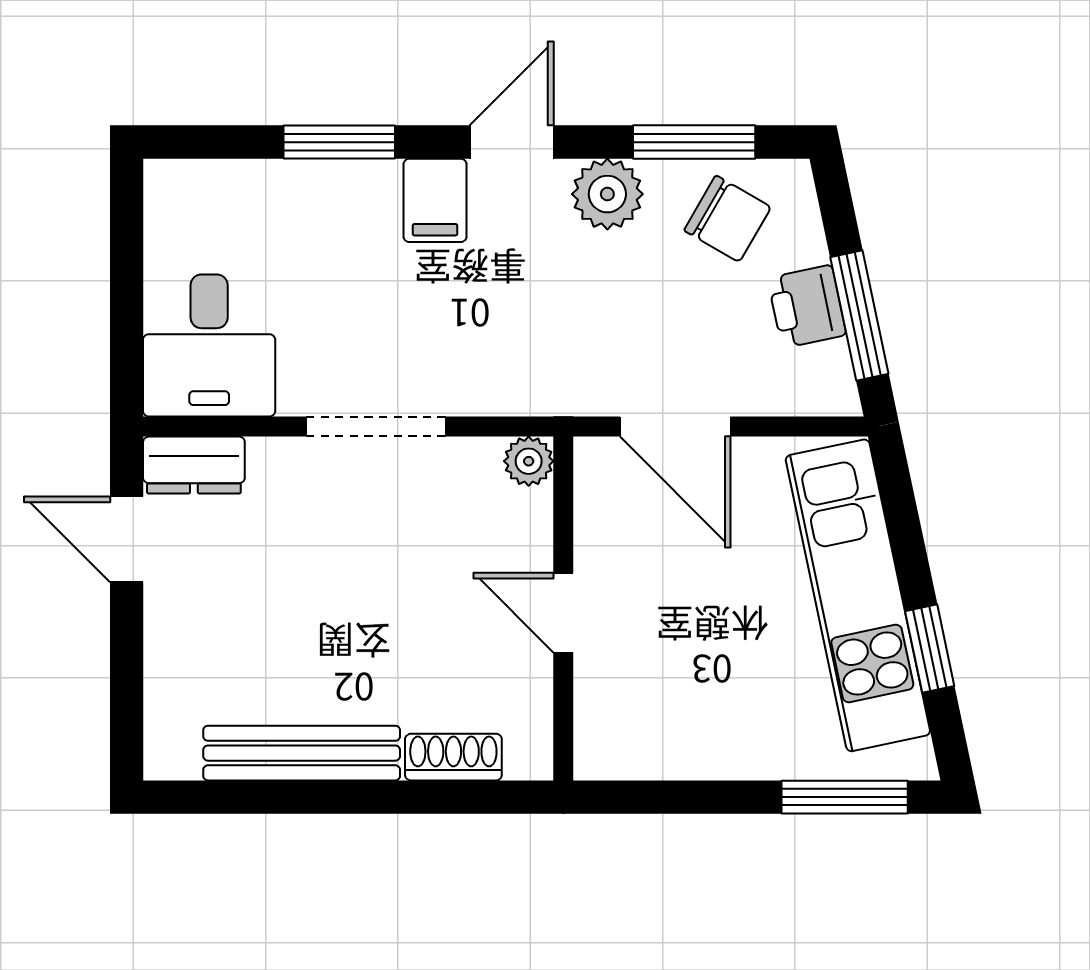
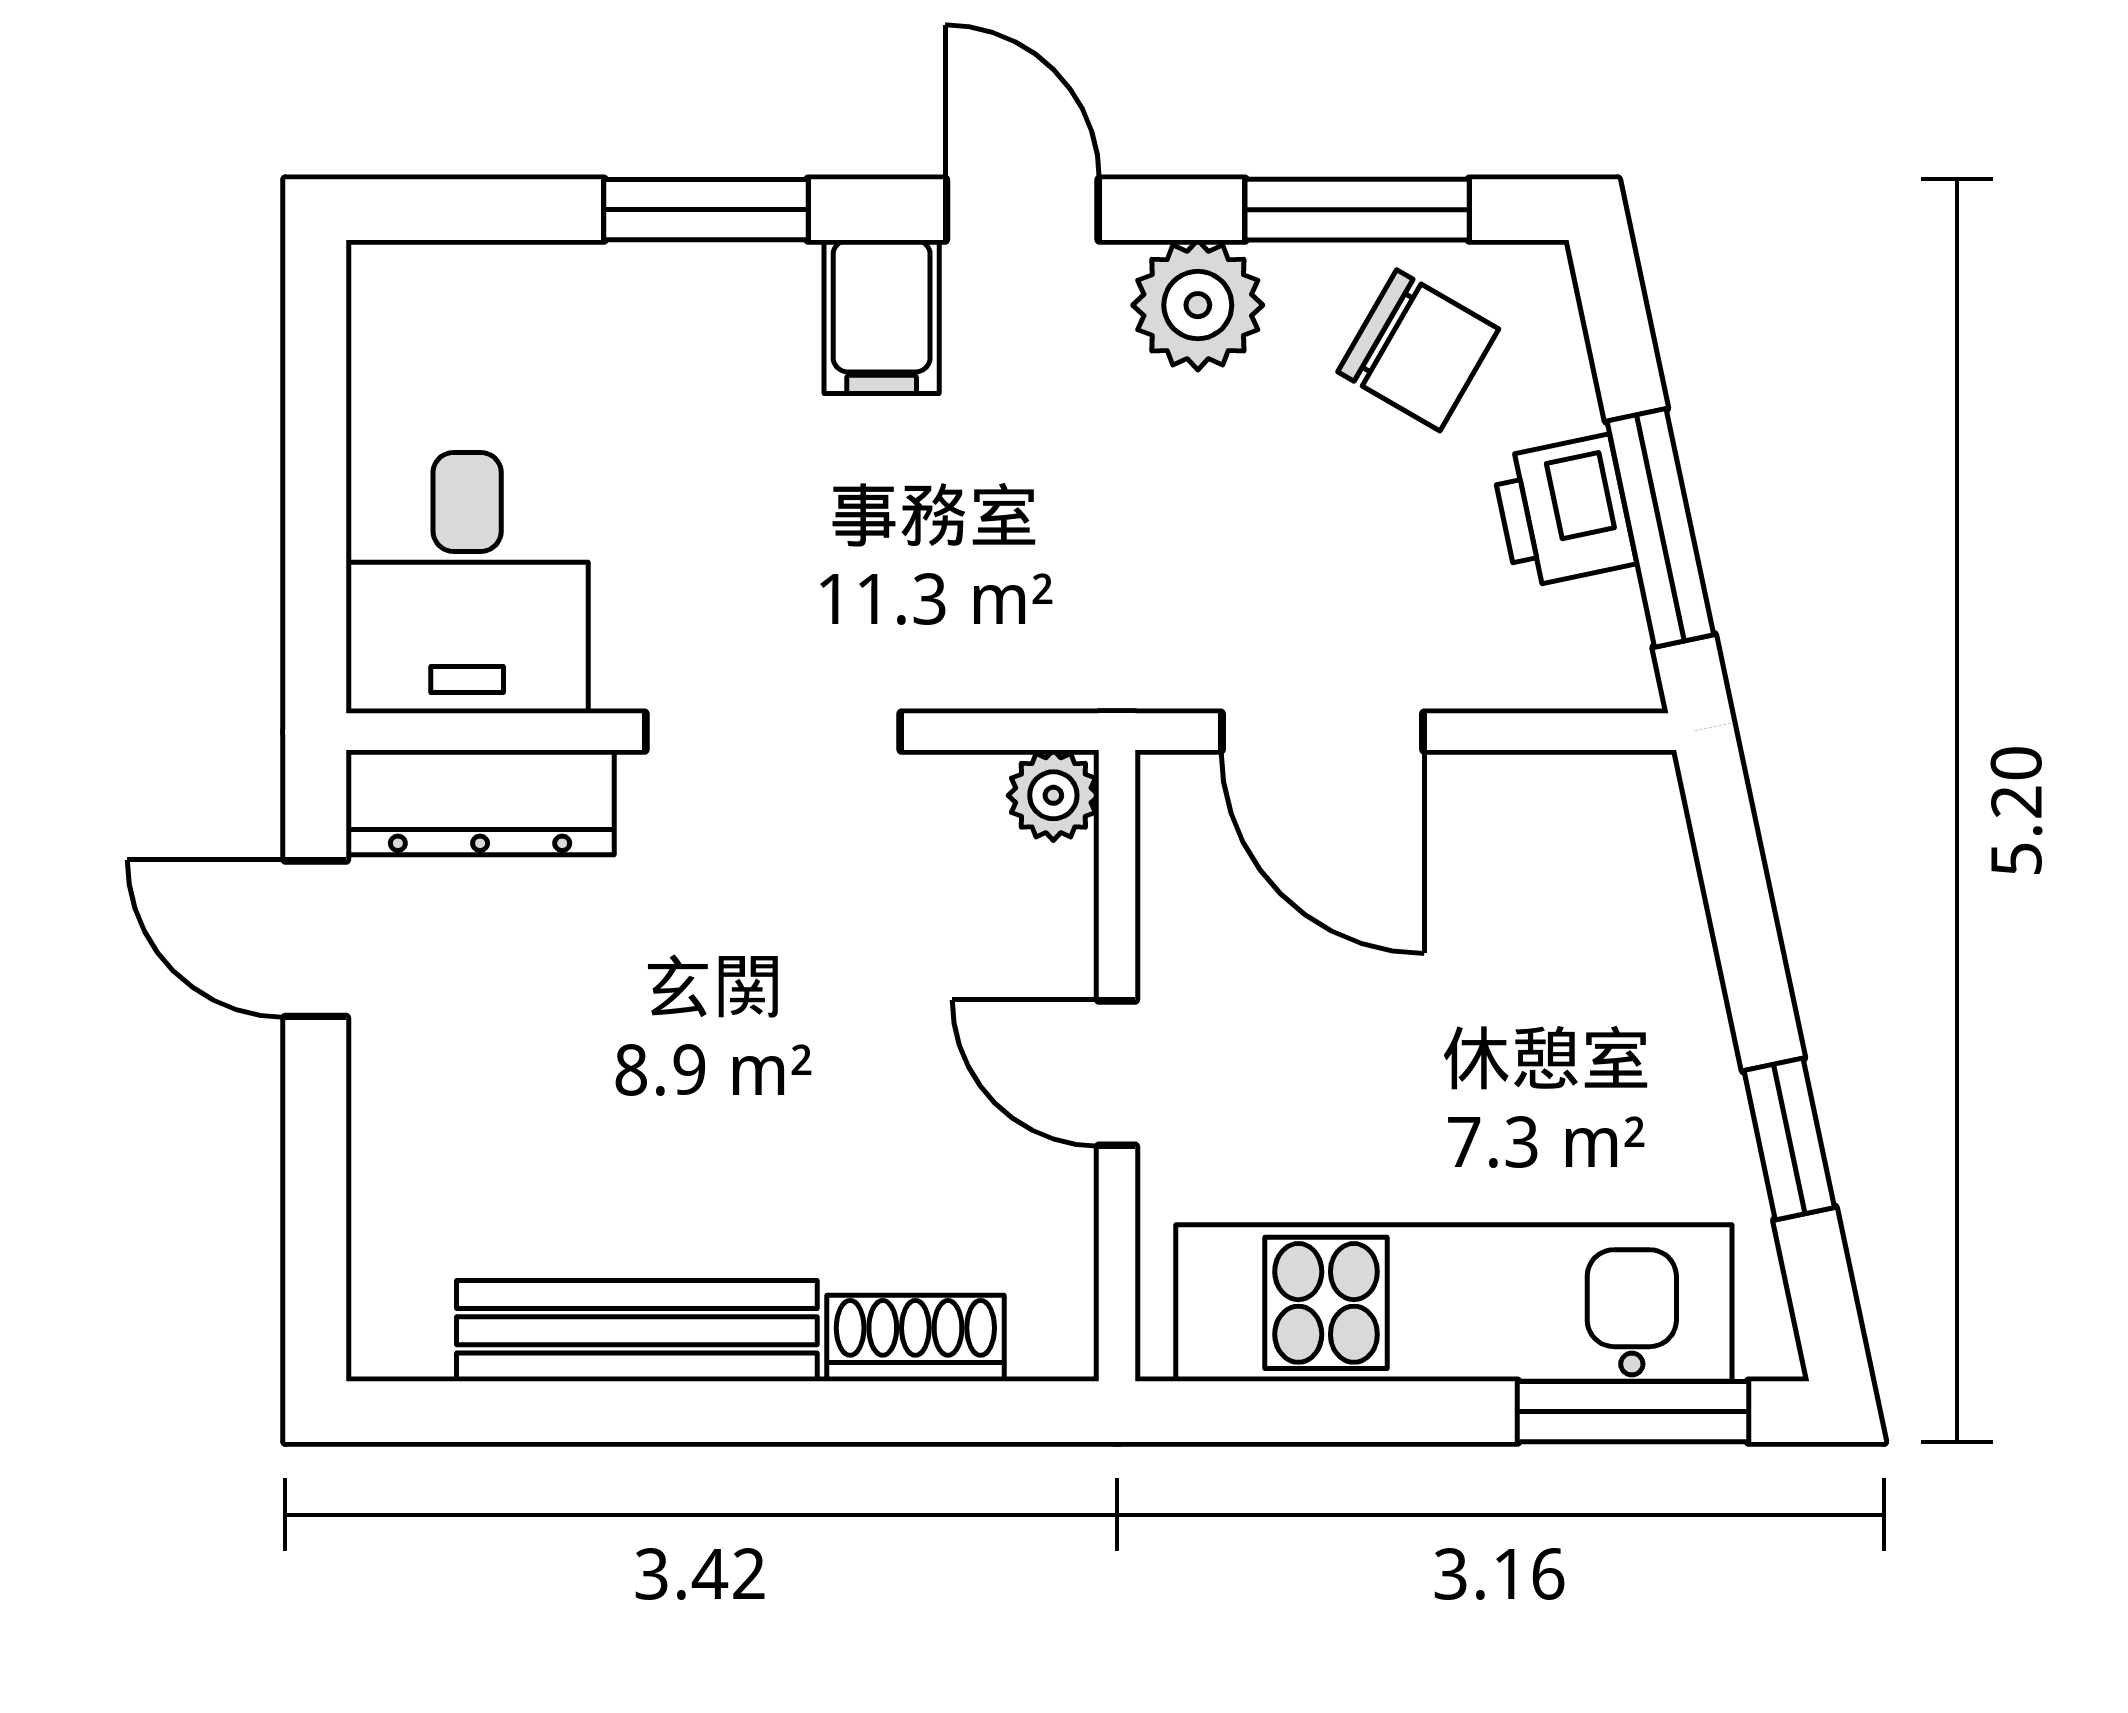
door: (512, 142) -> (1022, 210), hinge flipped
dresser: (194, 465) -> (480, 802), width x1.44
kitchen unit: (858, 595) -> (1454, 1303), moved, turned 102

